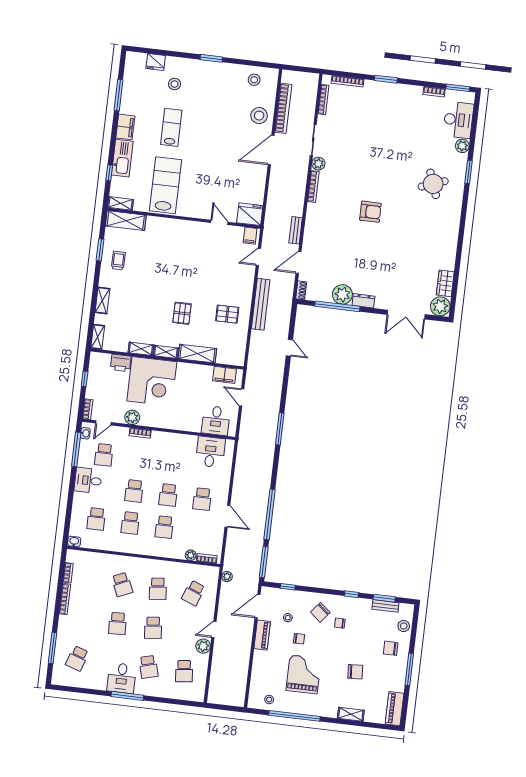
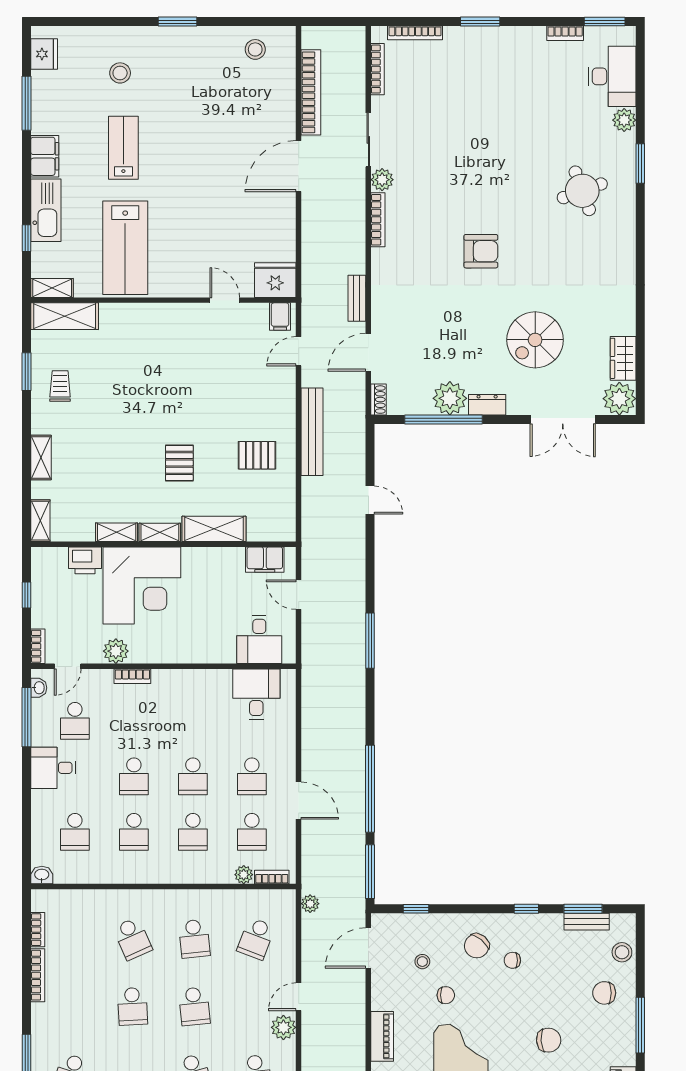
fridge: (156, 62) -> (44, 54), moved, turned -90
stool: (259, 116) -> (271, 110), removed
lab bench: (165, 185) -> (125, 248), turned 180
spiral stairs: (396, 267) -> (535, 340), added
school desk: (198, 531) -> (252, 832), added
piano: (262, 635) -> (382, 1036), moved

